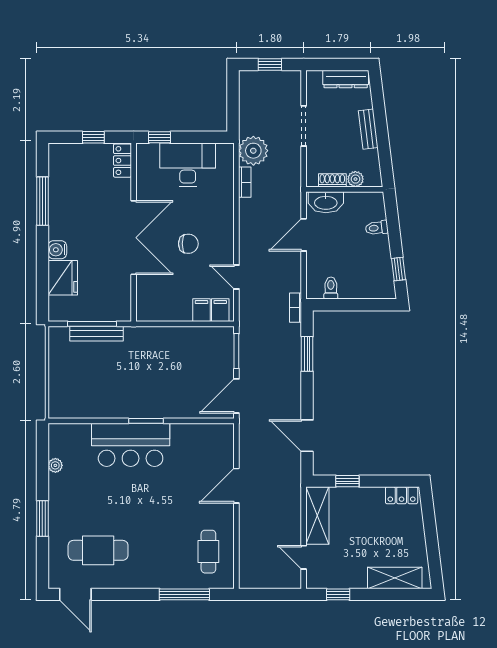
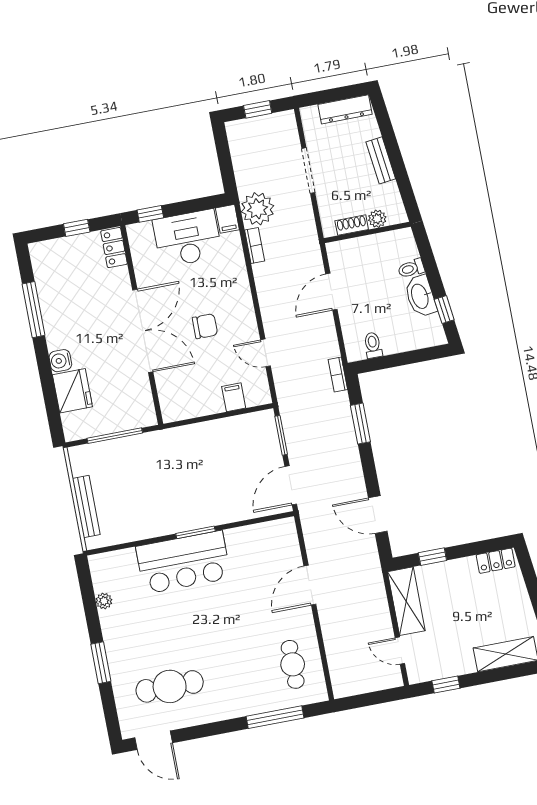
washbasin: (326, 202) -> (420, 296), moved, turned 83
filing cabinet: (220, 310) -> (227, 219), moved, turned 180
bench: (96, 334) -> (86, 507), moved, turned 90

